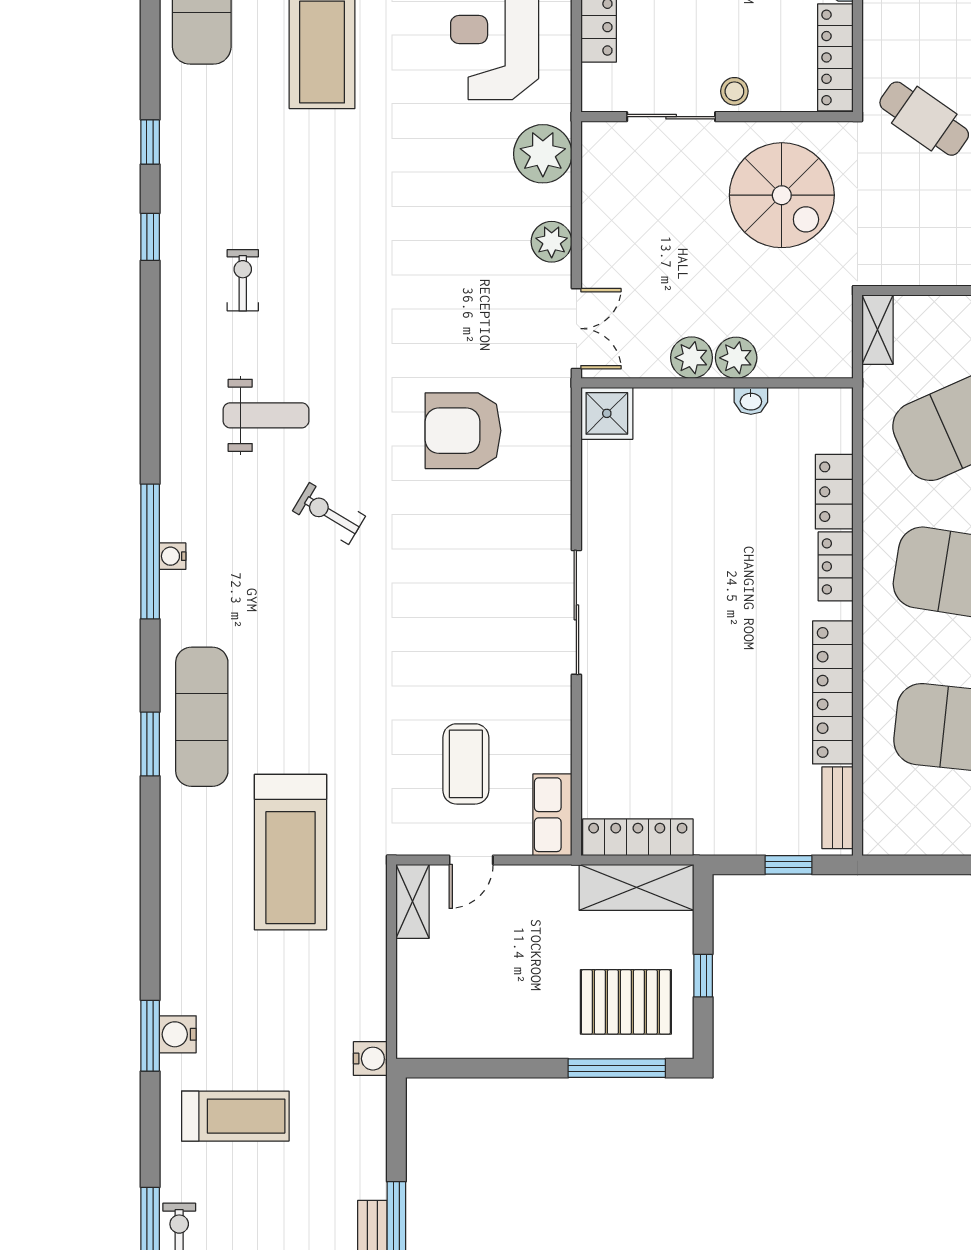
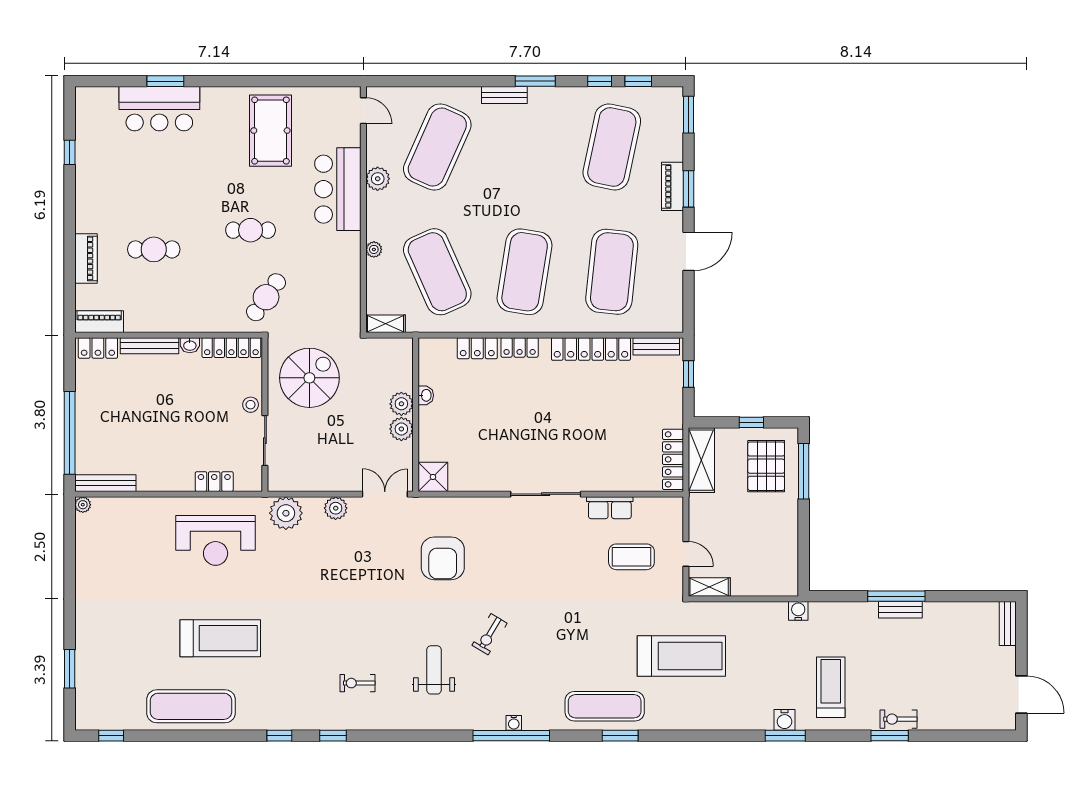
row of seats: (552, 815) -> (610, 508), moved

